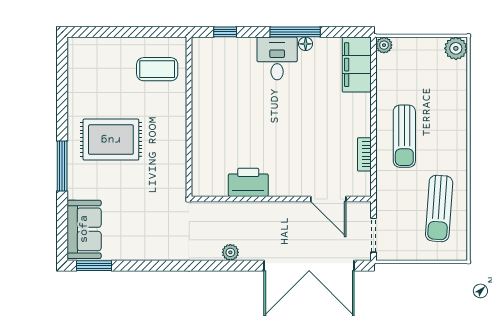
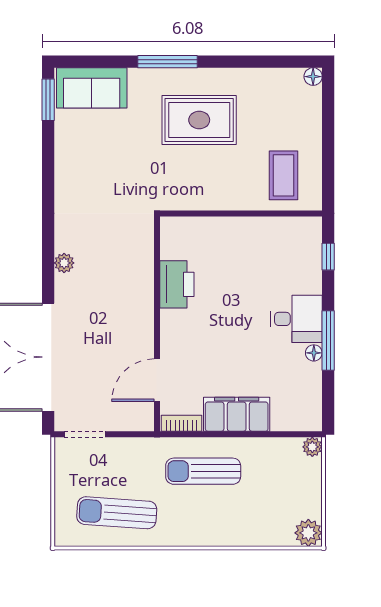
floor lamp: (75, 44) -> (313, 77), added
filing cabinet: (357, 65) -> (237, 414), moved
rug: (111, 140) -> (199, 120), turned 90
printer: (248, 182) -> (177, 284), moved
wall: (281, 199) -> (157, 324), moved
door: (328, 199) -> (157, 380), moved

